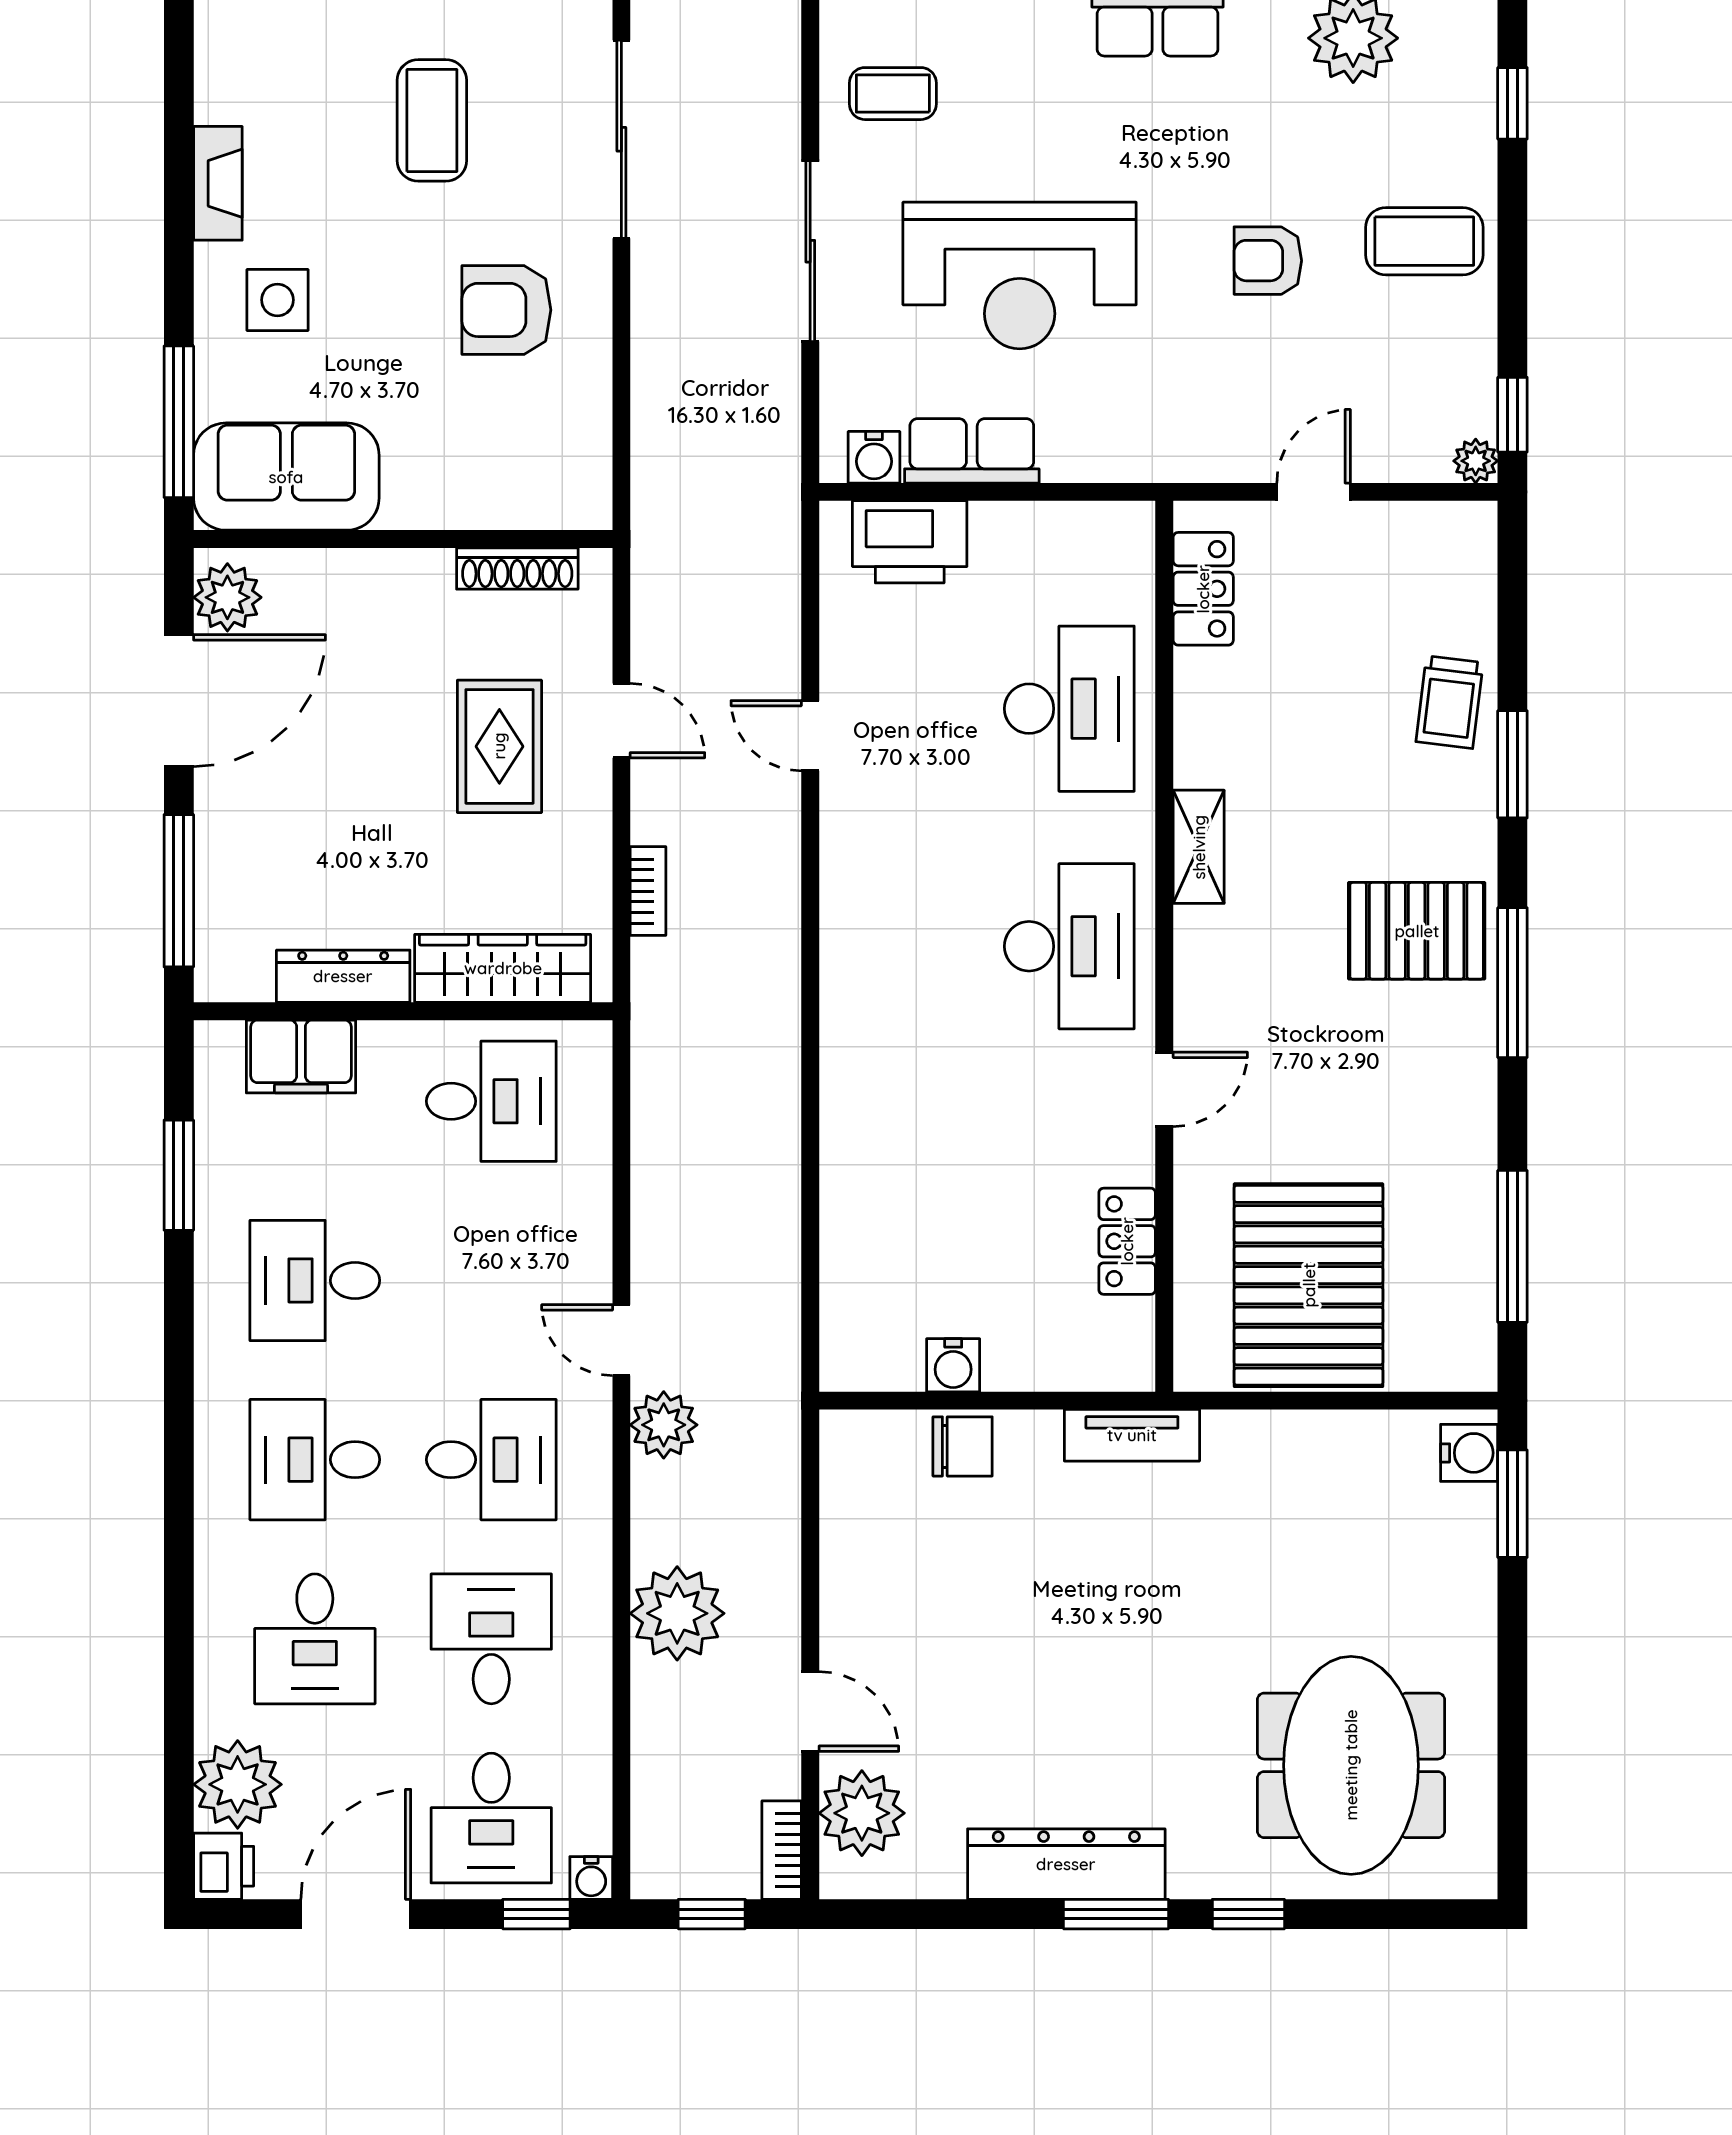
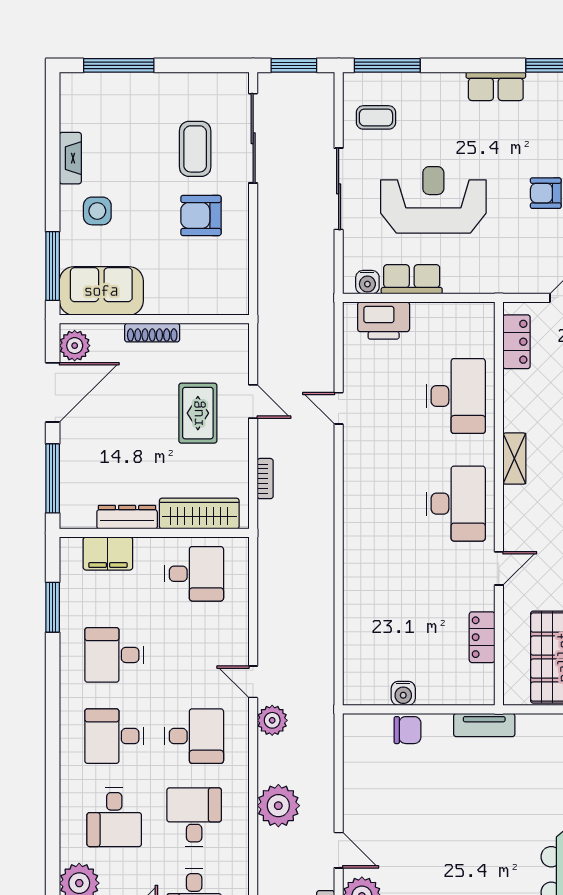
coffee table: (432, 120) -> (195, 149), moved
reception desk: (1020, 275) -> (433, 200), turned 180
shoe rack: (517, 569) -> (152, 333), moved

